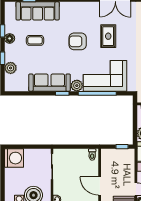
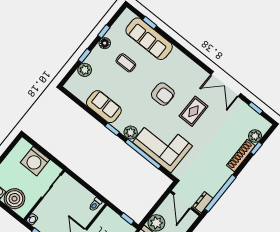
armchair: (78, 41) -> (163, 94), turned 180
sofa: (50, 83) -> (104, 107), width x0.73
washing machine: (14, 158) -> (35, 161), moved, turned 90

